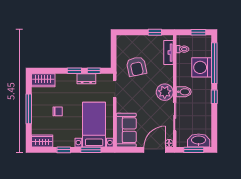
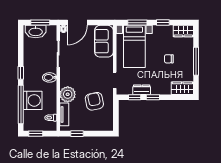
plant: (165, 92) -> (68, 94), moved

